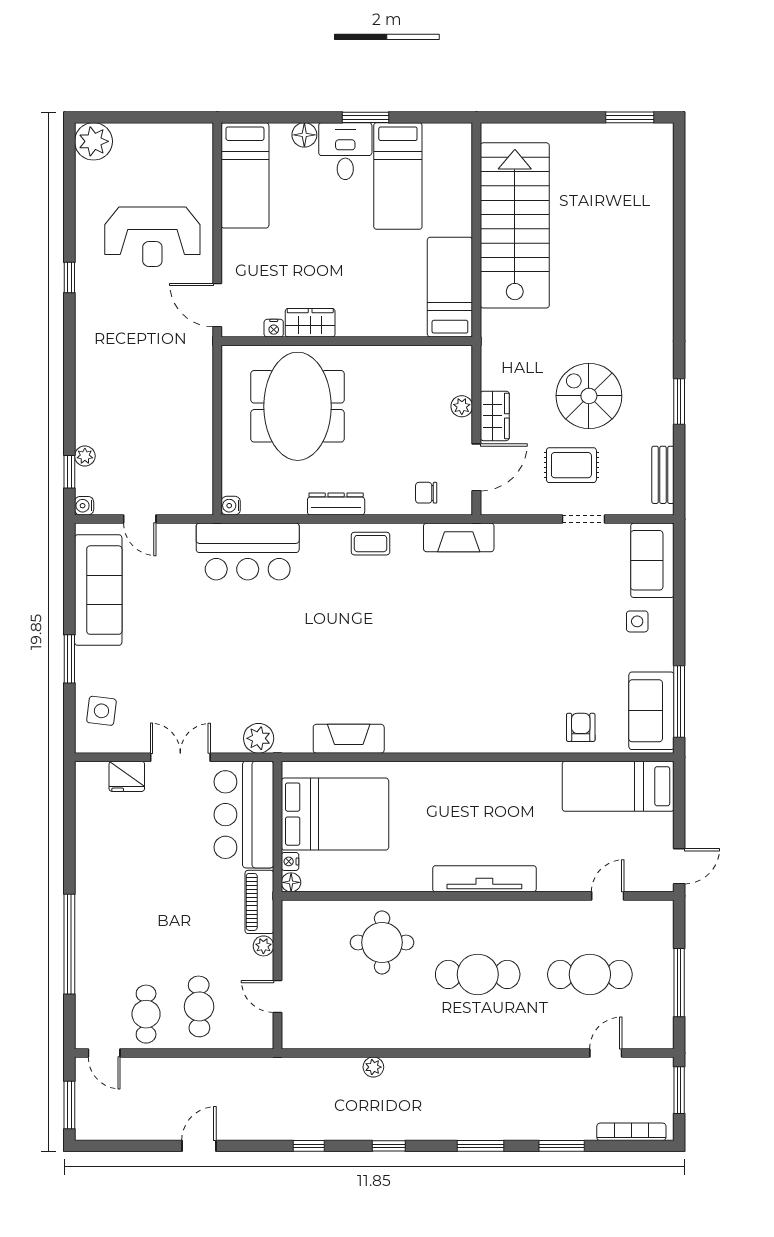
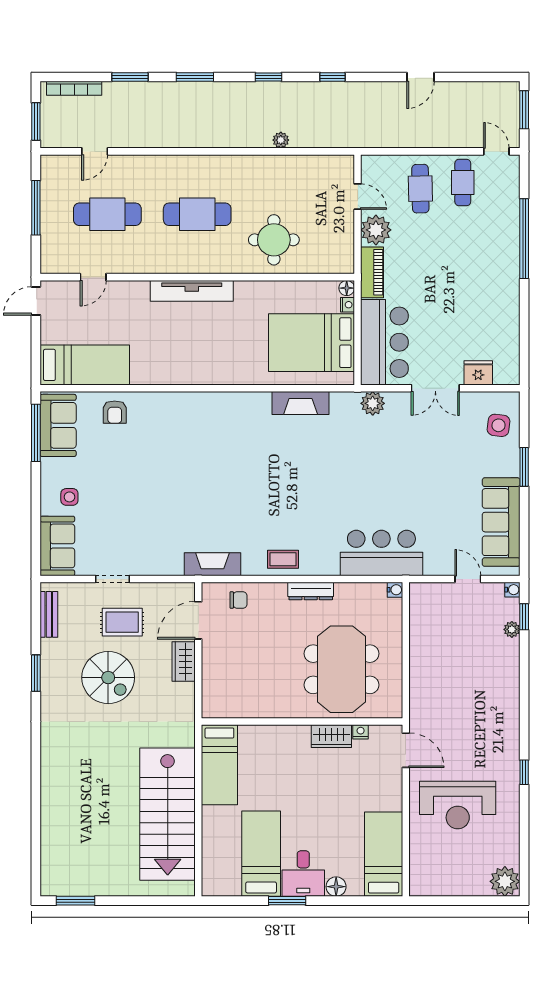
reception desk: (152, 237) -> (458, 805), turned 180
plant: (462, 406) -> (210, 669), removed
plant: (263, 946) -> (376, 230), width x1.88, depth x1.88

